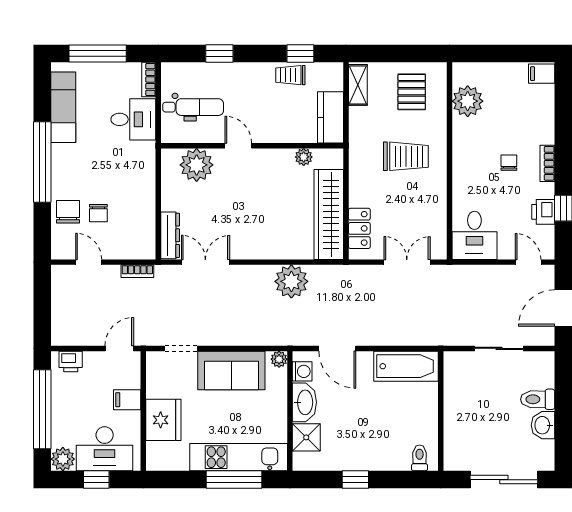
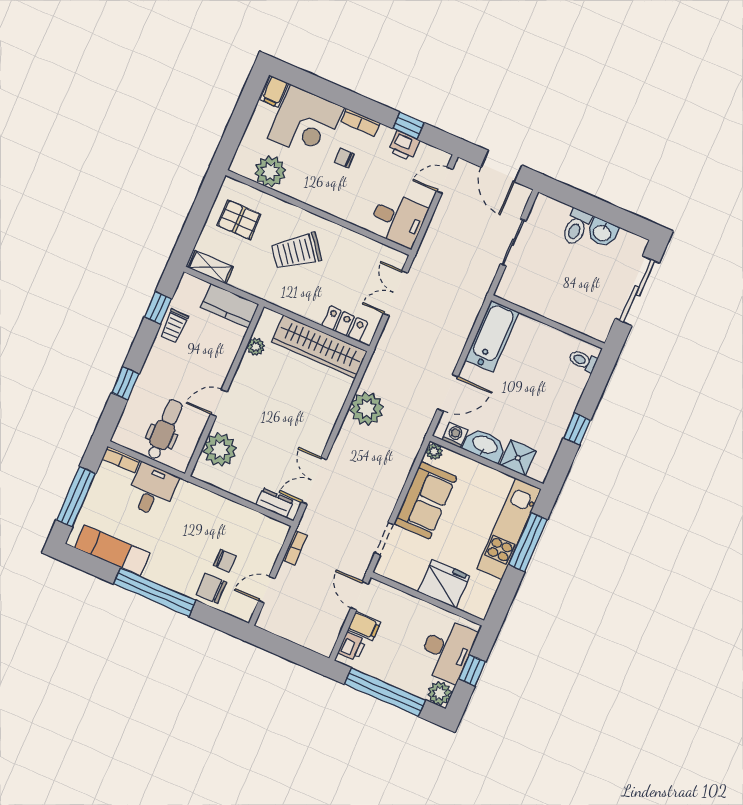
corner desk: (525, 114) -> (306, 123), added
trolley: (406, 156) -> (297, 251), turned -127
dresser: (170, 235) -> (275, 503), width x0.70
filing cabinet: (127, 400) -> (364, 626), moved, turned -90

